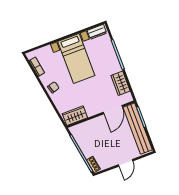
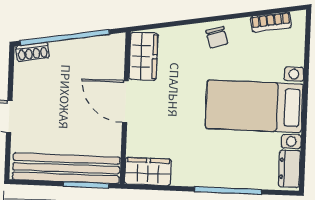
wardrobe: (121, 83) -> (148, 172), moved
door: (113, 110) -> (125, 102), moved

